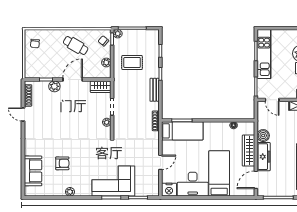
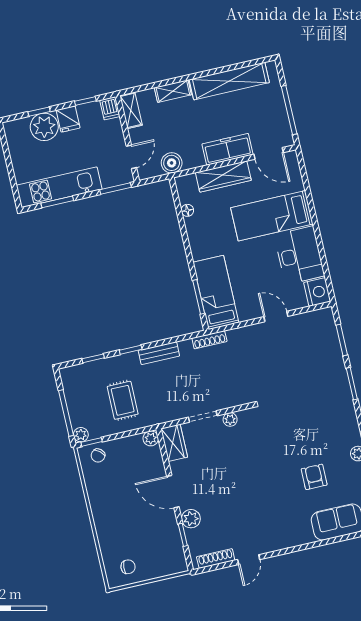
cafe table: (76, 45) -> (116, 499), removed
plant: (106, 62) -> (151, 438), moved
boiler: (263, 136) -> (172, 163), moved
corner sofa: (113, 181) -> (324, 386), removed

